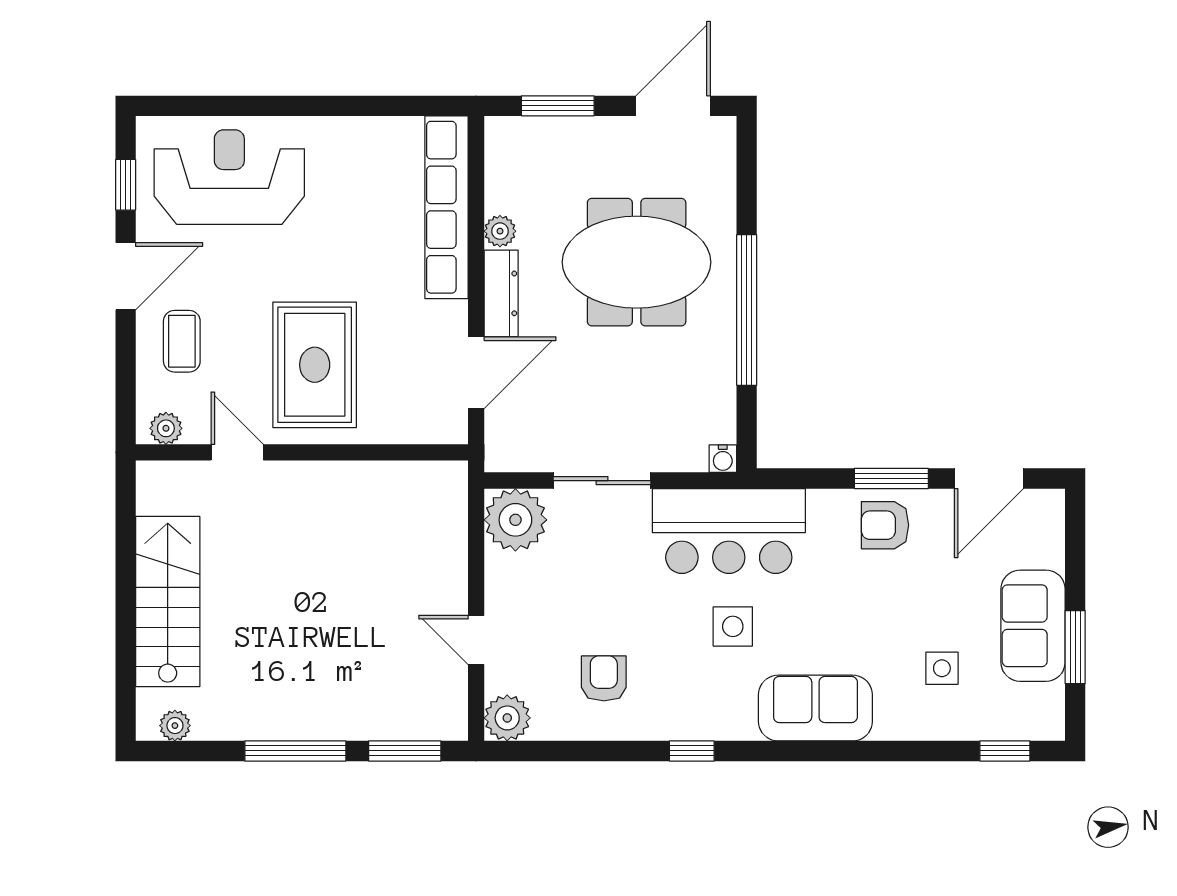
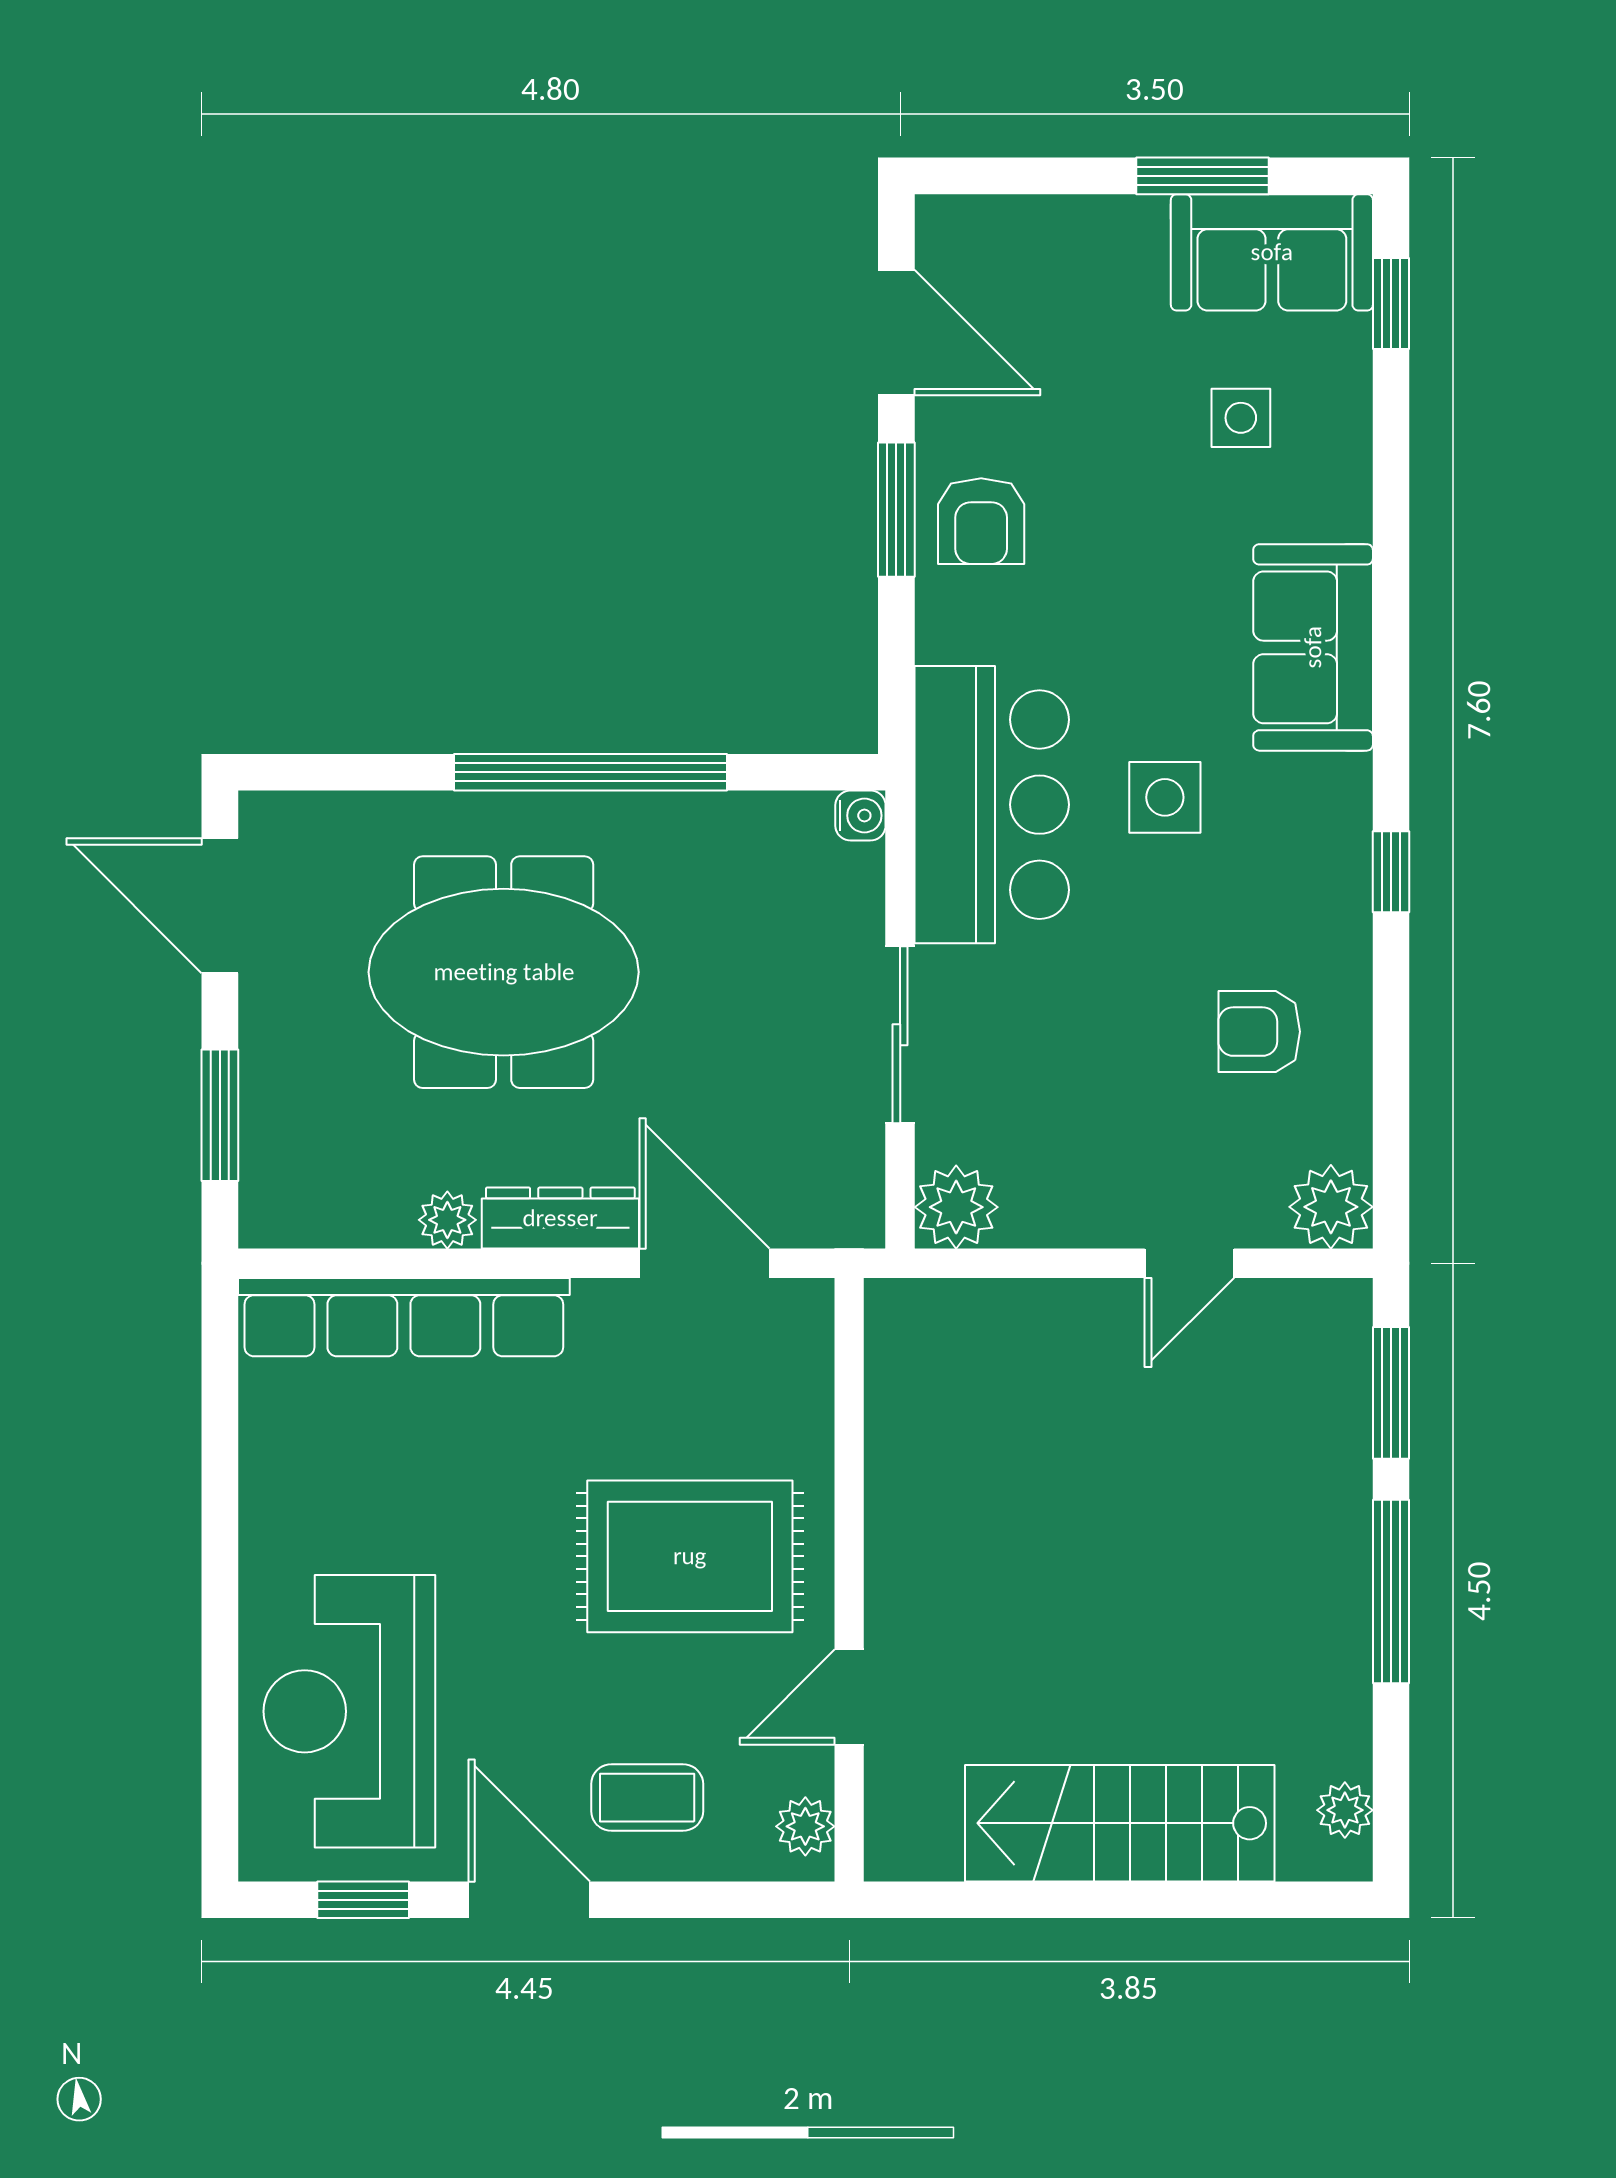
meeting table: (637, 262) -> (504, 972), turned 90
plant: (515, 520) -> (956, 1207), width x0.73, depth x0.73
sofa: (1033, 626) -> (1272, 252), moved

